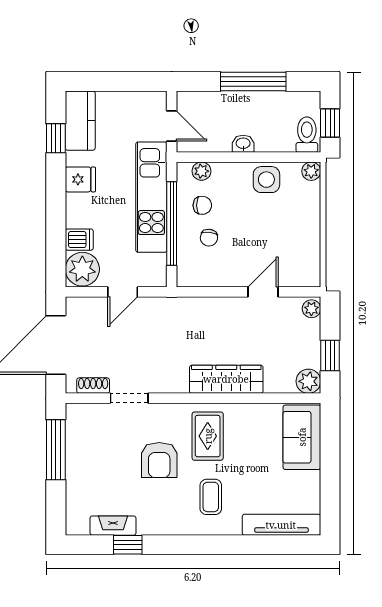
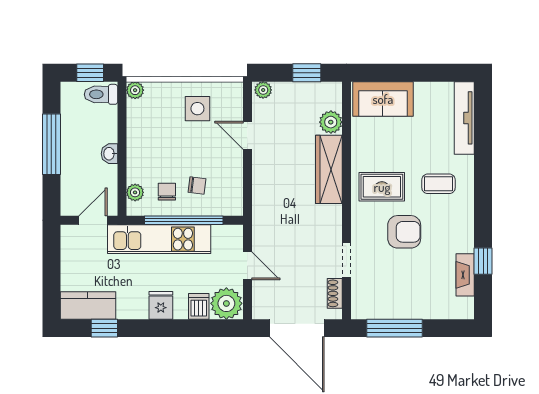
fridge: (80, 179) -> (161, 305), moved
side table: (266, 180) -> (197, 109), moved
plant: (308, 381) -> (331, 122), moved

